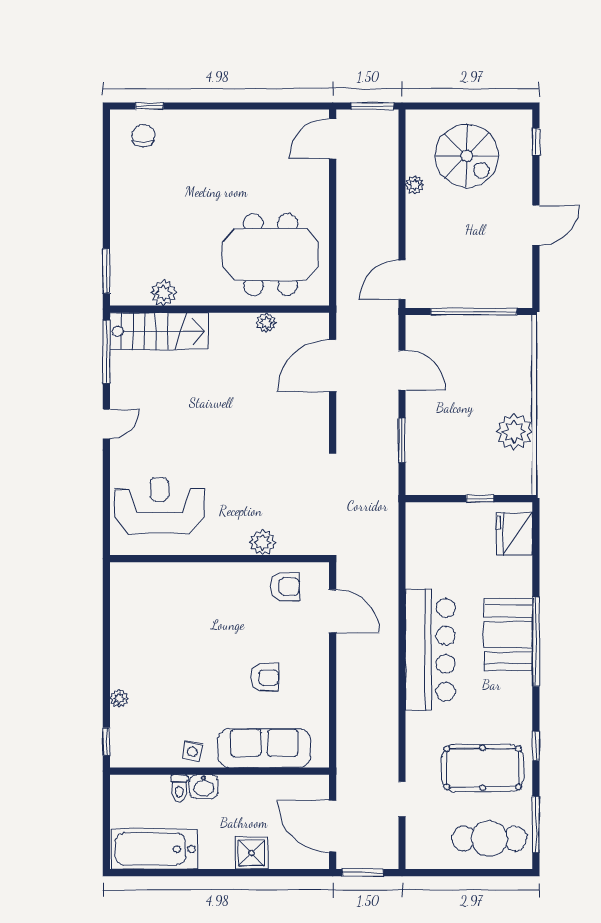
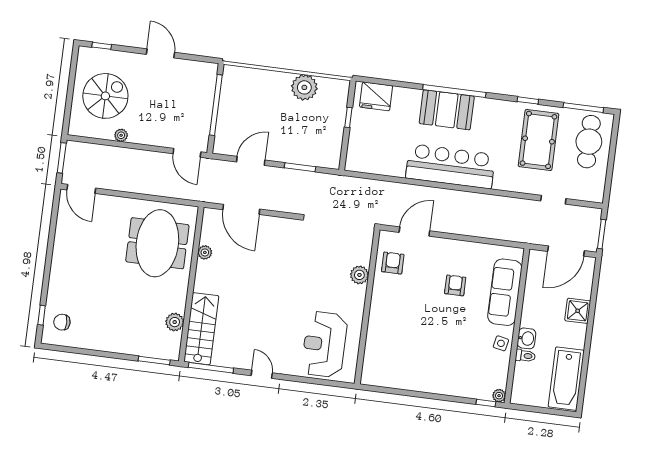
plant: (119, 698) -> (499, 396), moved

